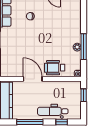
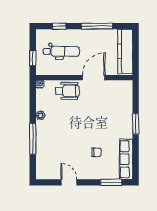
window: (84, 47) -> (33, 139), moved
door: (33, 79) -> (94, 78), swing flipped
dental chair: (53, 111) -> (61, 51), moved

